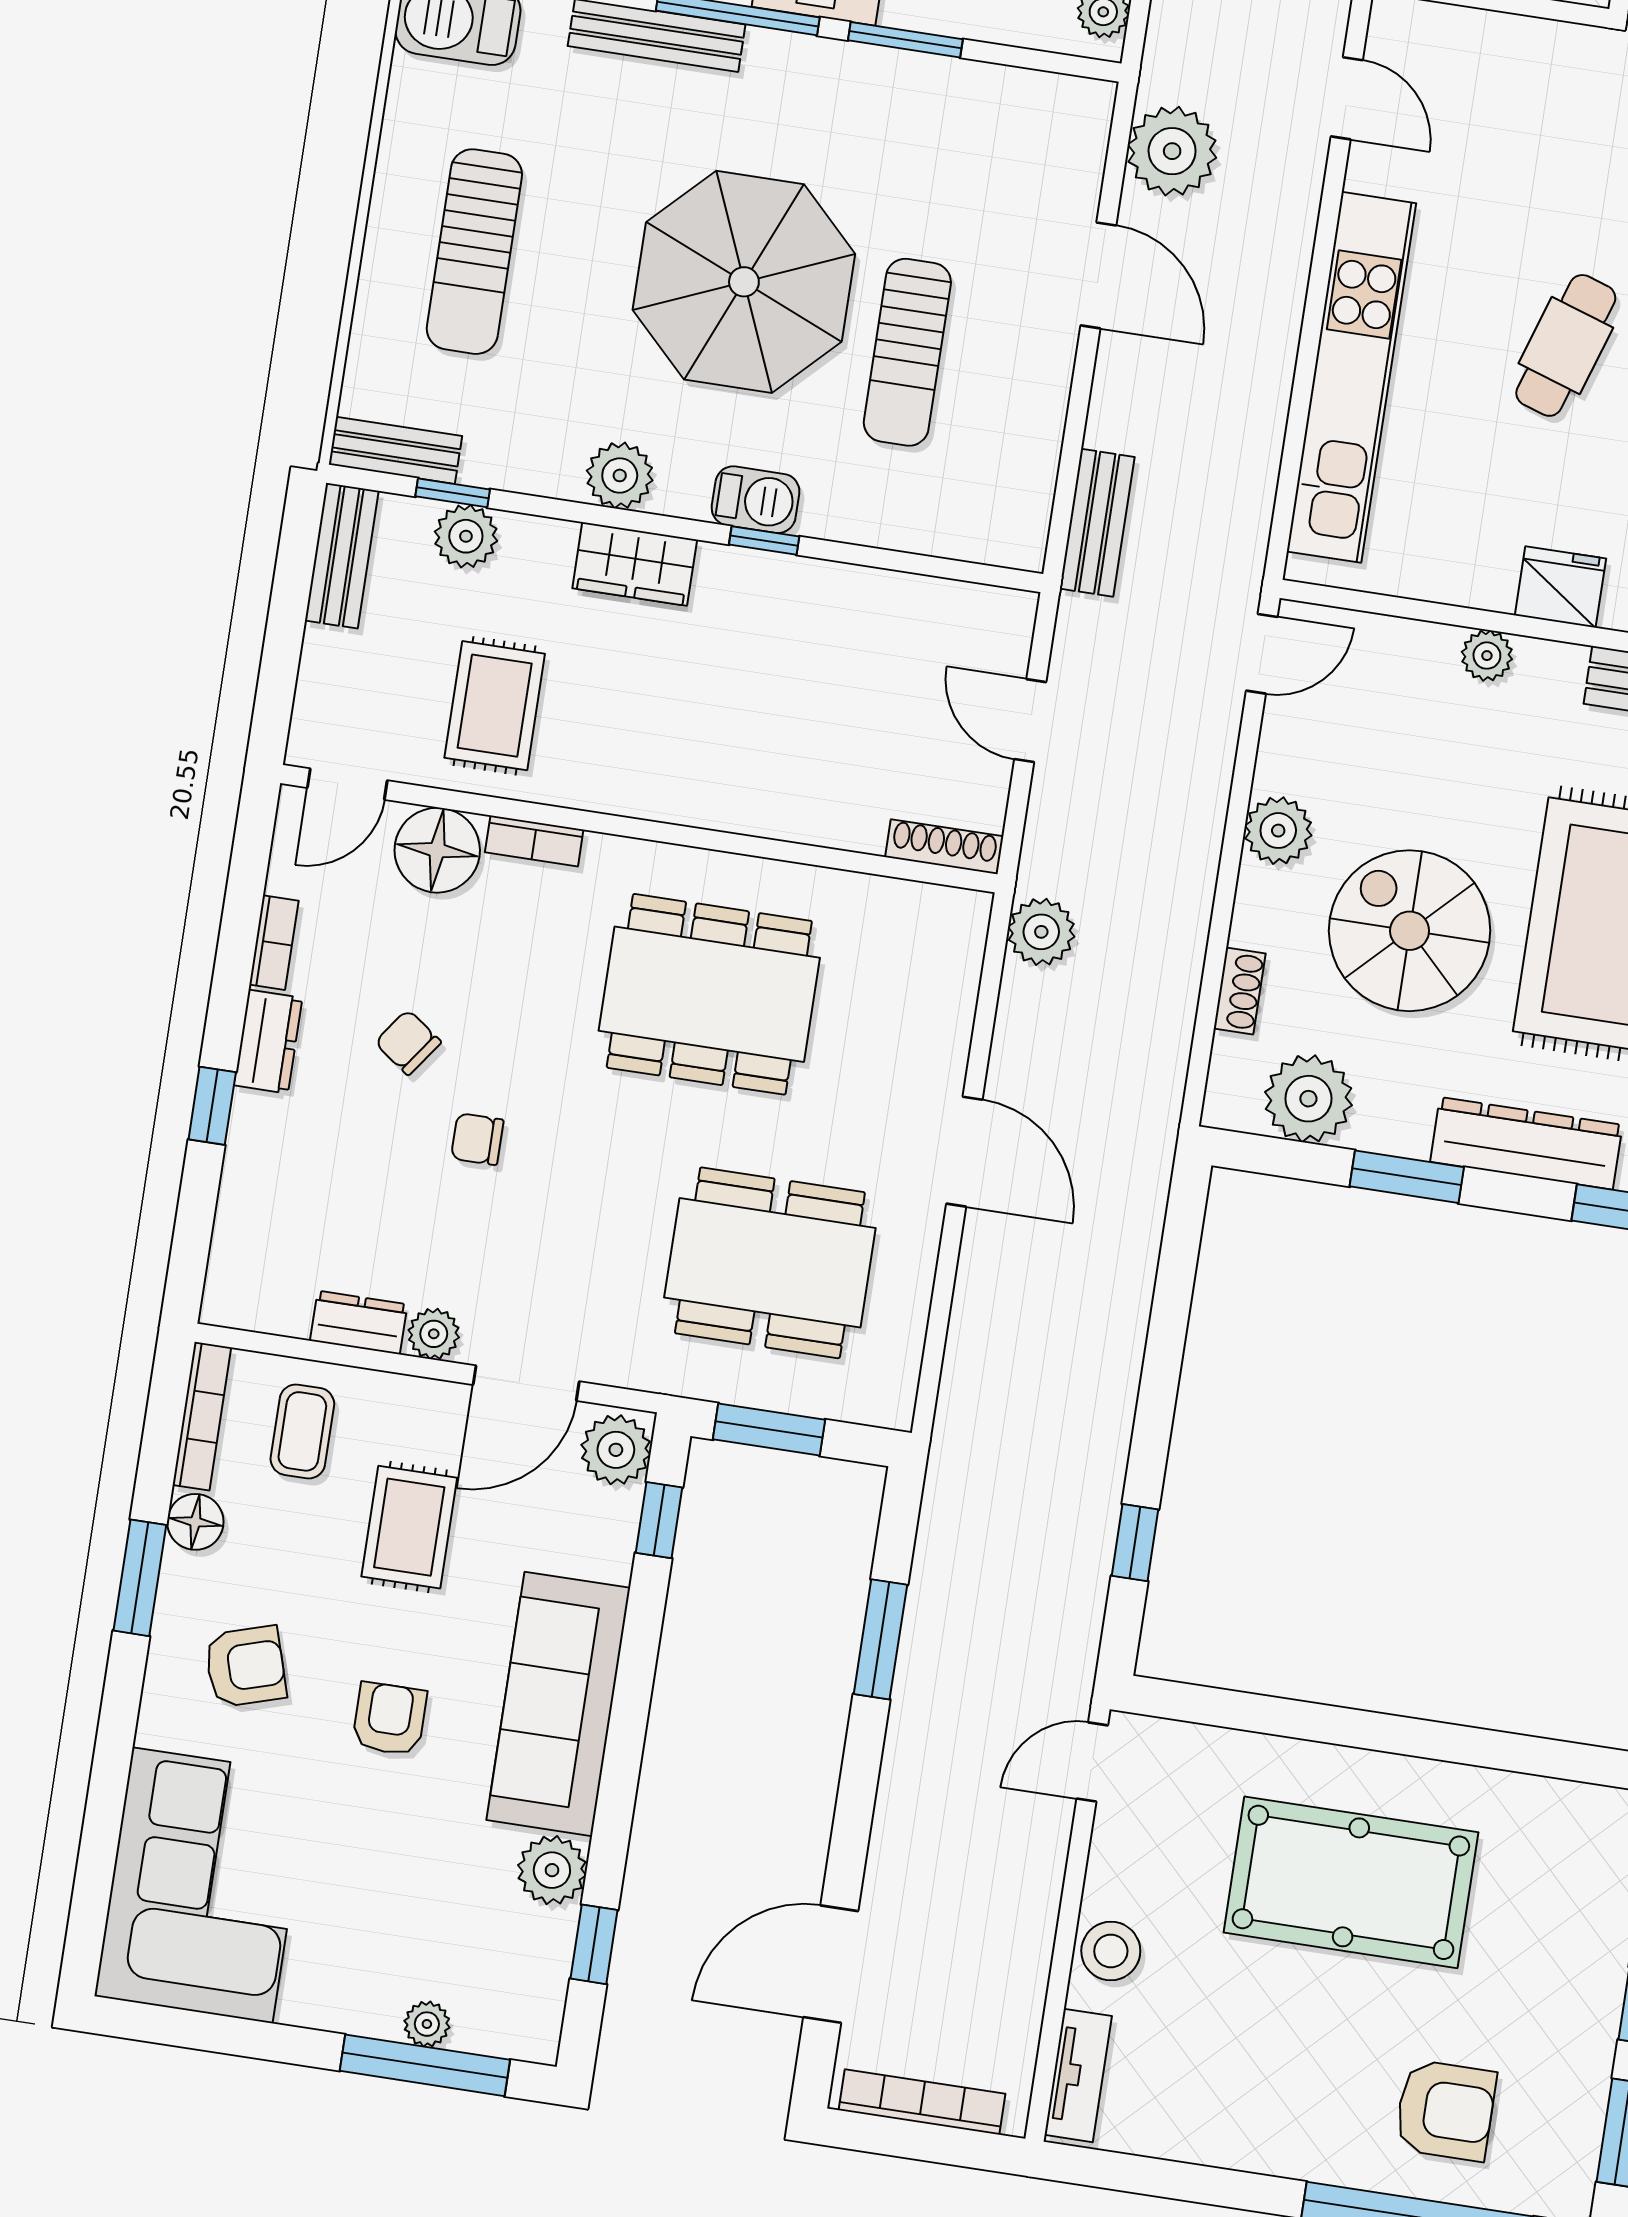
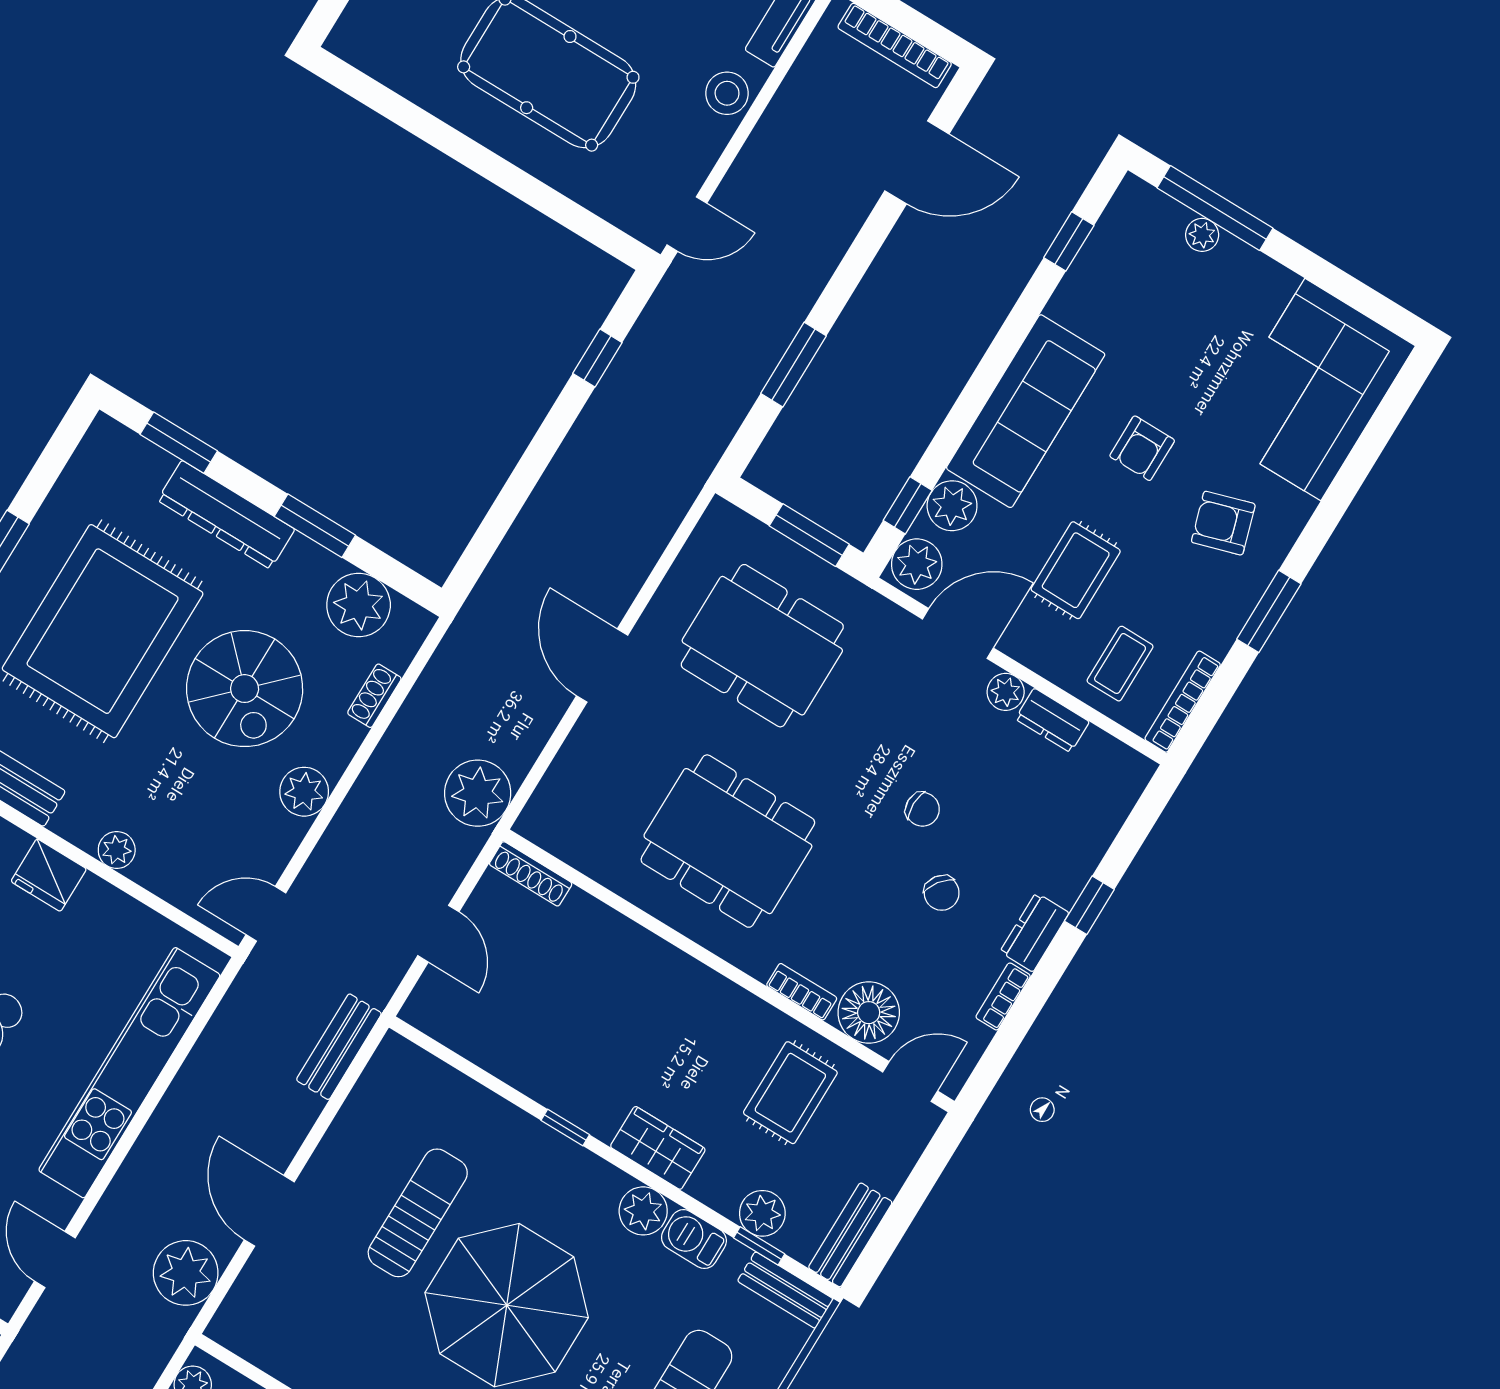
barbecue: (756, 500) -> (694, 1239), moved
plant: (1041, 932) -> (478, 793), width x1.36, depth x1.36
floor lamp: (195, 1522) -> (1216, 633), removed
plant: (552, 1870) -> (952, 506), moved

